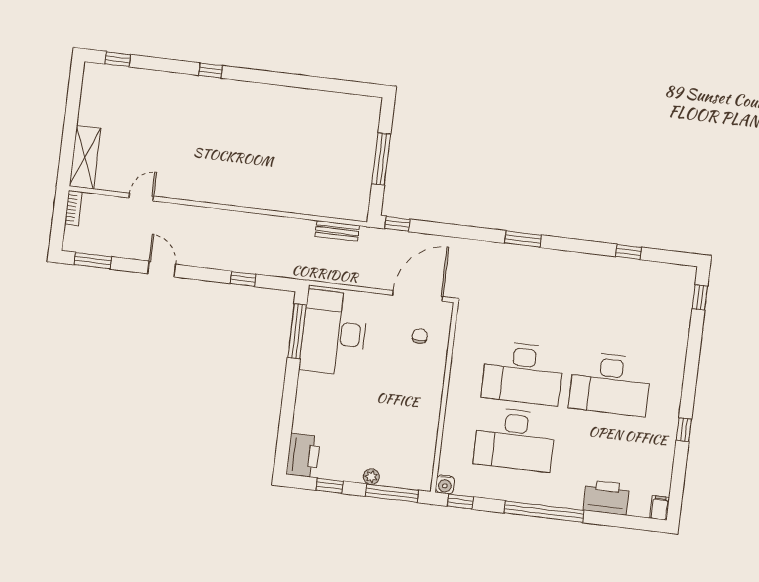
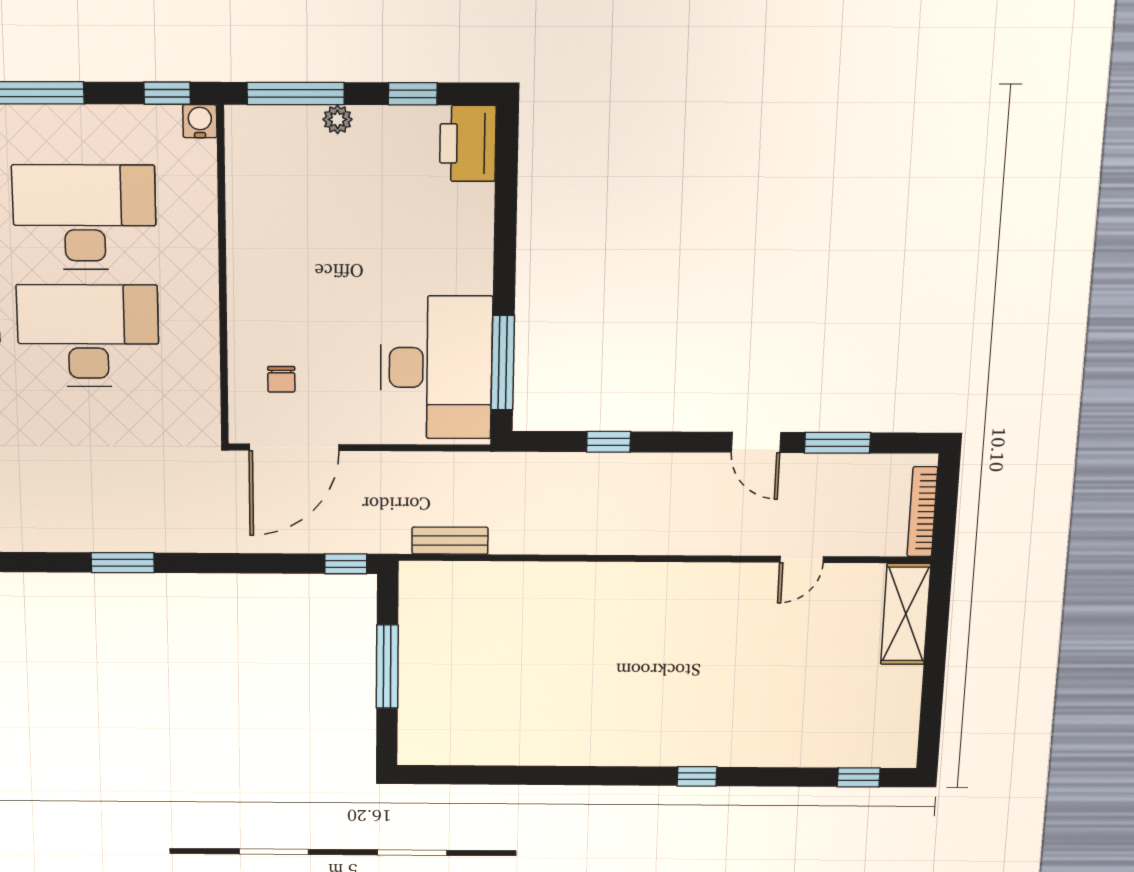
bookcase: (73, 208) -> (922, 512), width x1.56
window: (93, 261) -> (837, 443), moved

